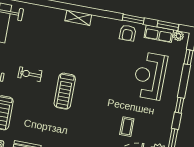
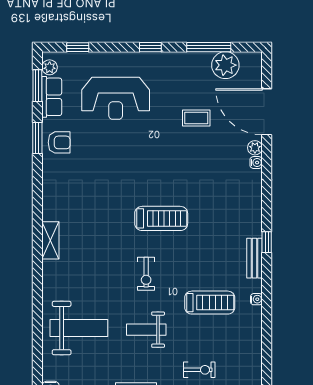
shelving: (78, 18) -> (50, 240), moved

